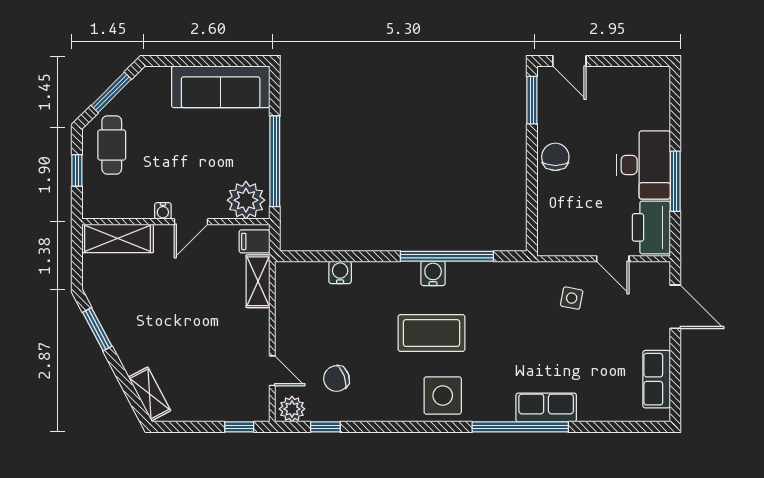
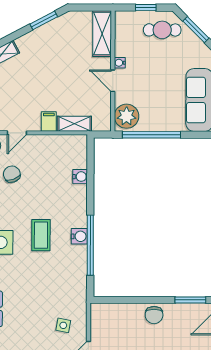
chair: (555, 157) -> (154, 315), turned 90
filing cabinet: (254, 241) -> (49, 121), moved
coffee table: (431, 333) -> (41, 235), width x0.73, depth x0.76

